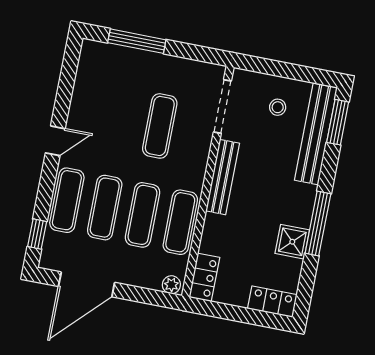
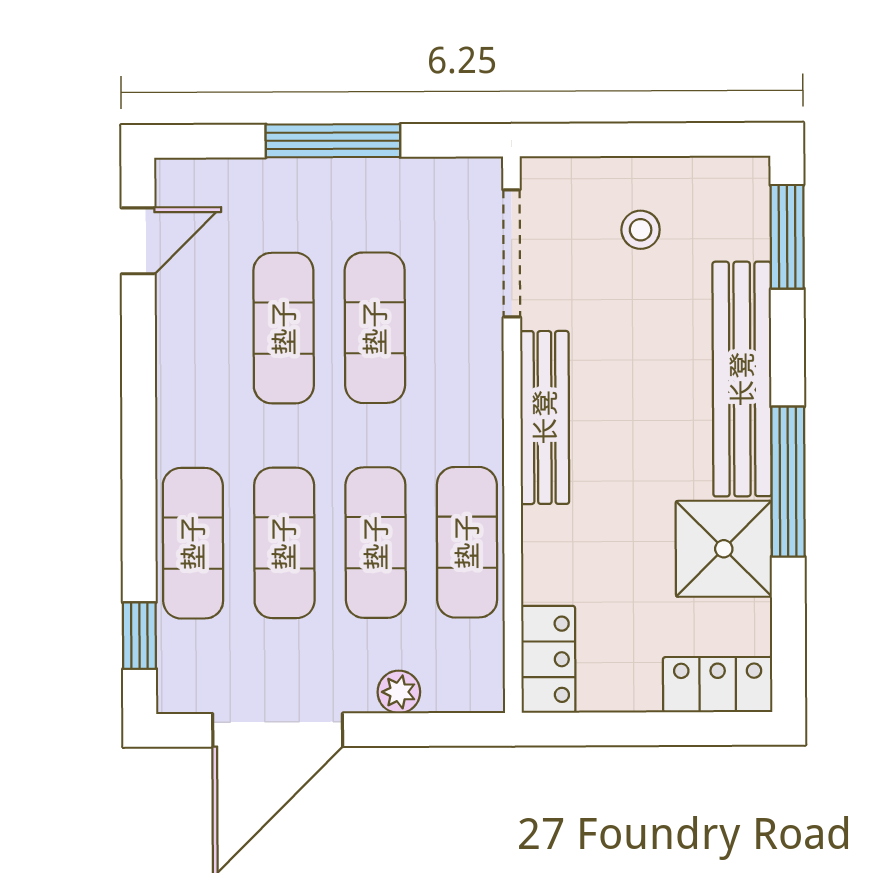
window: (137, 41) -> (333, 141), moved
exercise mat: (122, 119) -> (284, 328), added
bench: (316, 134) -> (742, 379), moved
door: (55, 141) -> (138, 241), moved
shower: (292, 242) -> (724, 549), width x1.36, depth x1.36
plant: (171, 285) -> (399, 692), moved

